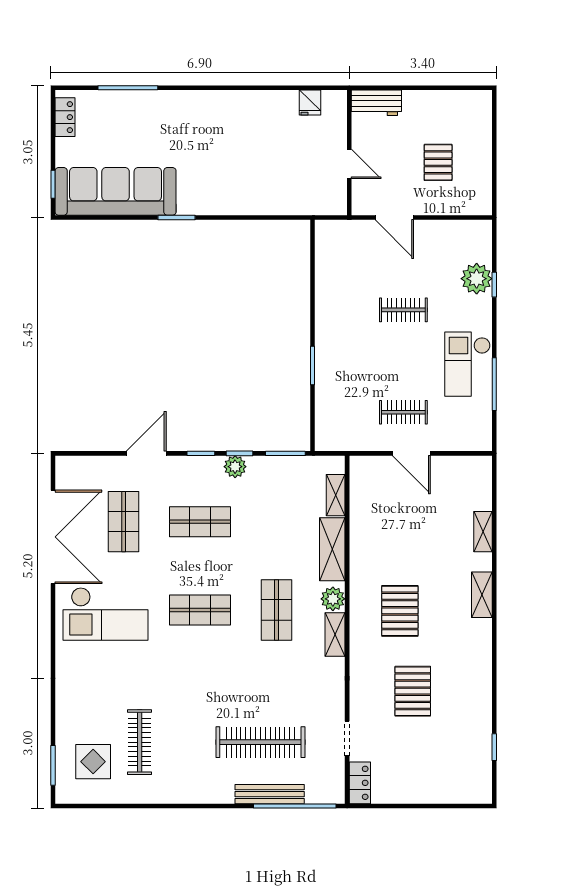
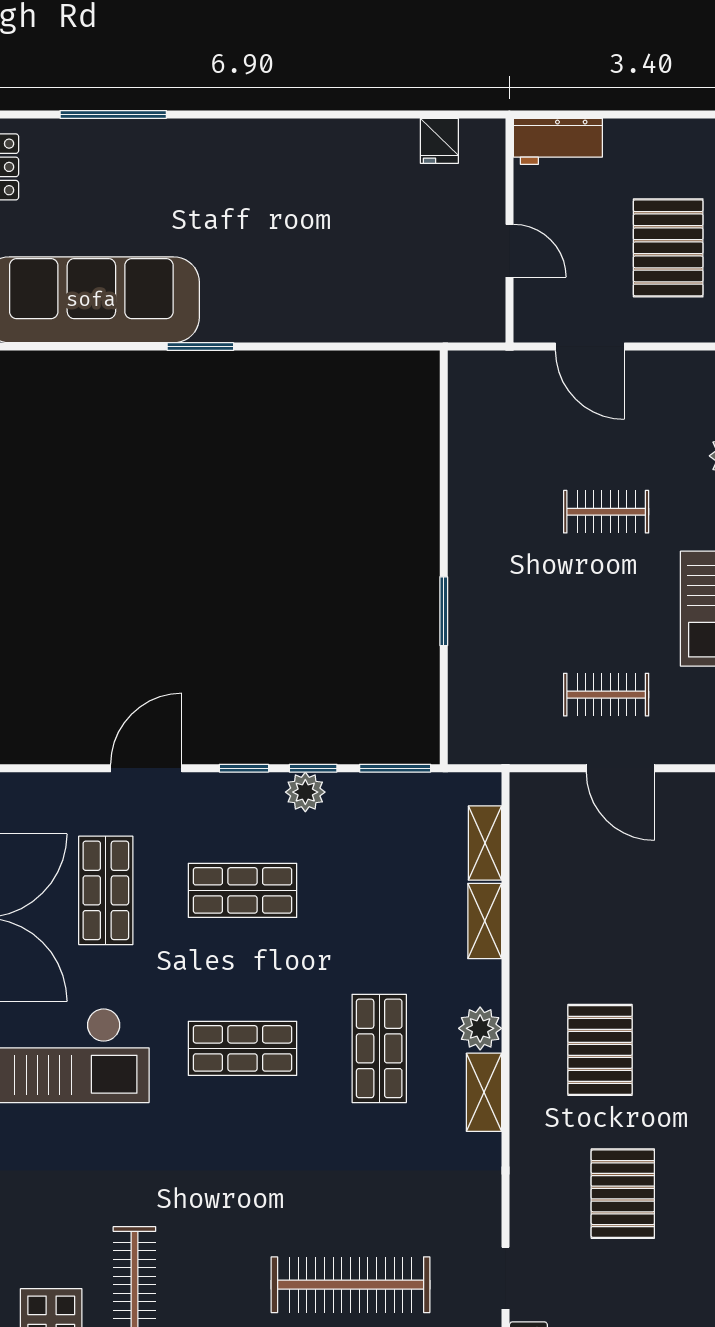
pallet: (438, 162) -> (668, 248), width x1.50, depth x1.42
shelving: (332, 549) -> (485, 921), width x0.67, depth x0.75

